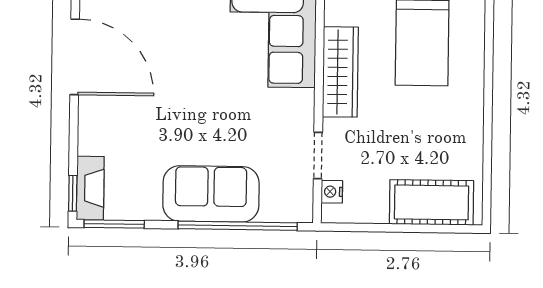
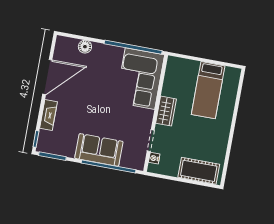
door: (75, 57) -> (47, 77), hinge flipped
wardrobe: (340, 72) -> (166, 111), width x0.67
fireplace: (90, 188) -> (49, 115), moved

